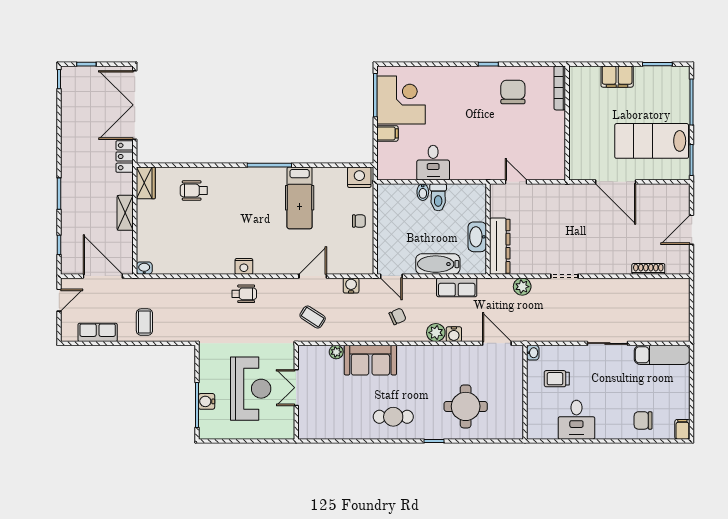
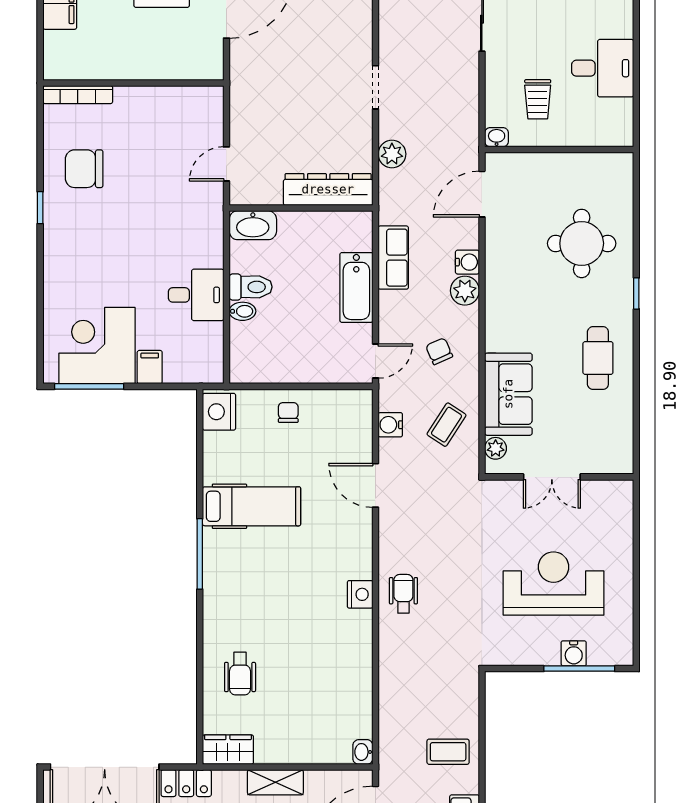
washbasin: (477, 237) -> (253, 225), moved
coffee table: (313, 317) -> (446, 425), moved
double door: (296, 388) -> (552, 477), moved
wall: (296, 392) -> (559, 477), moved

